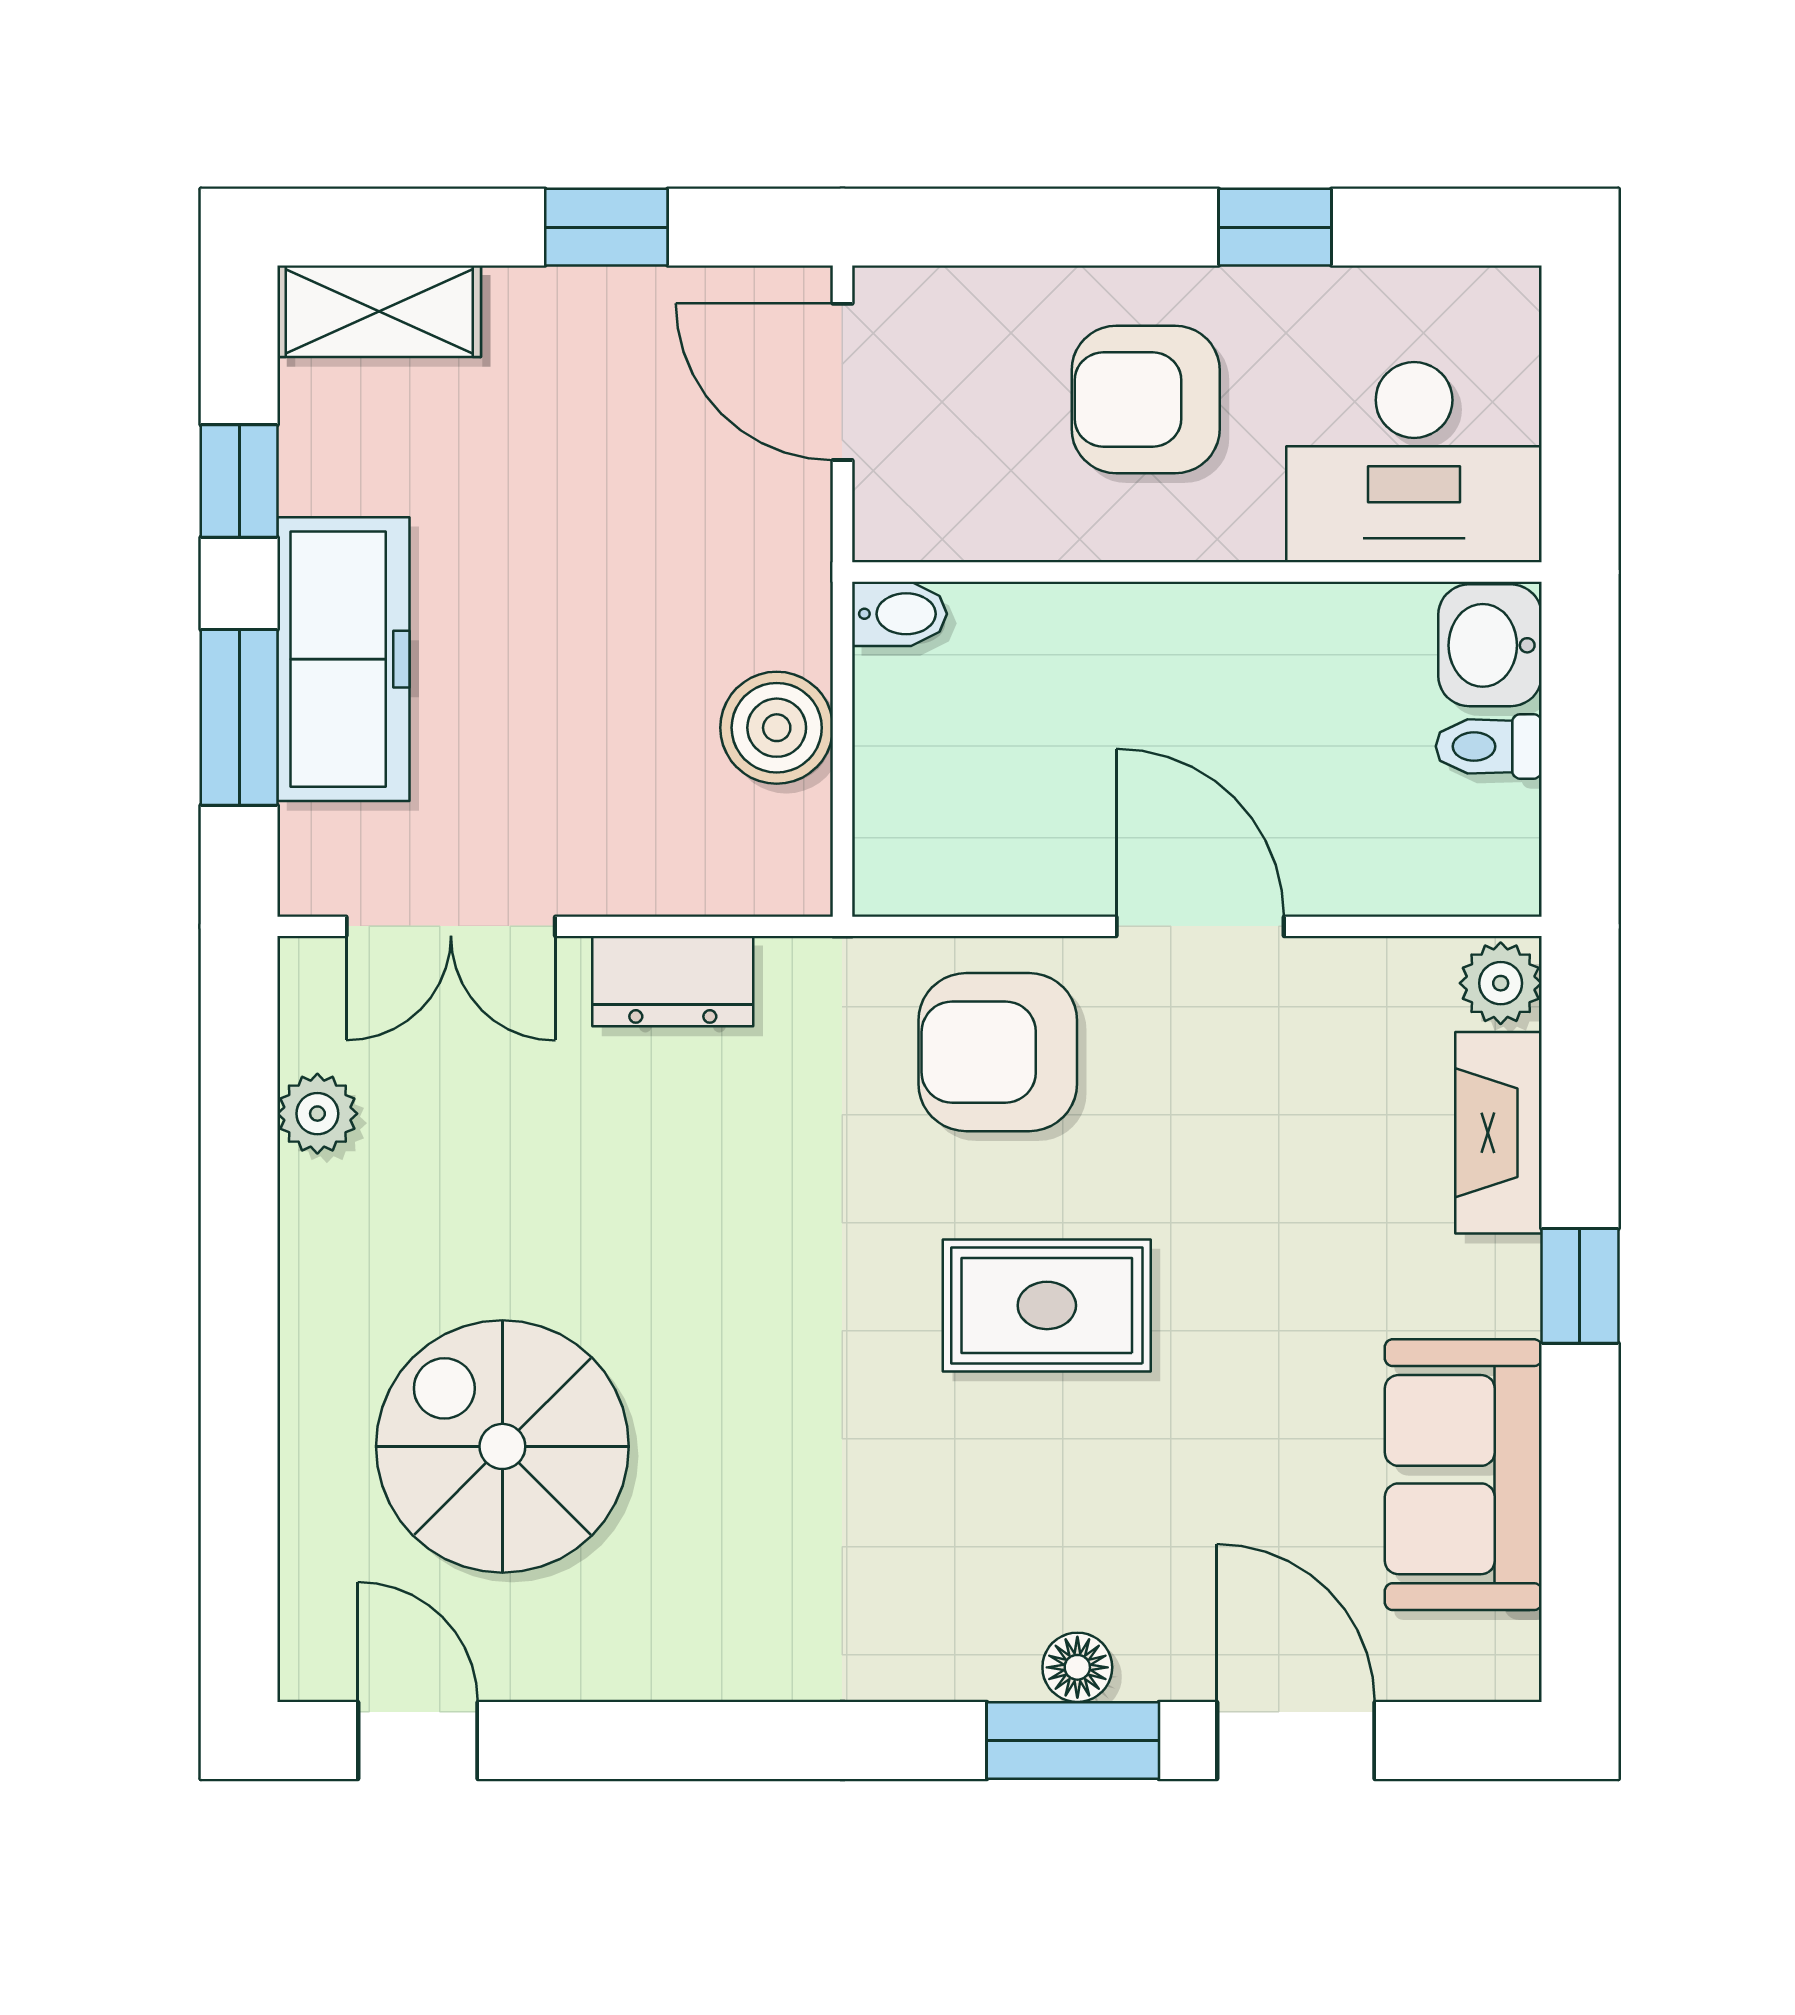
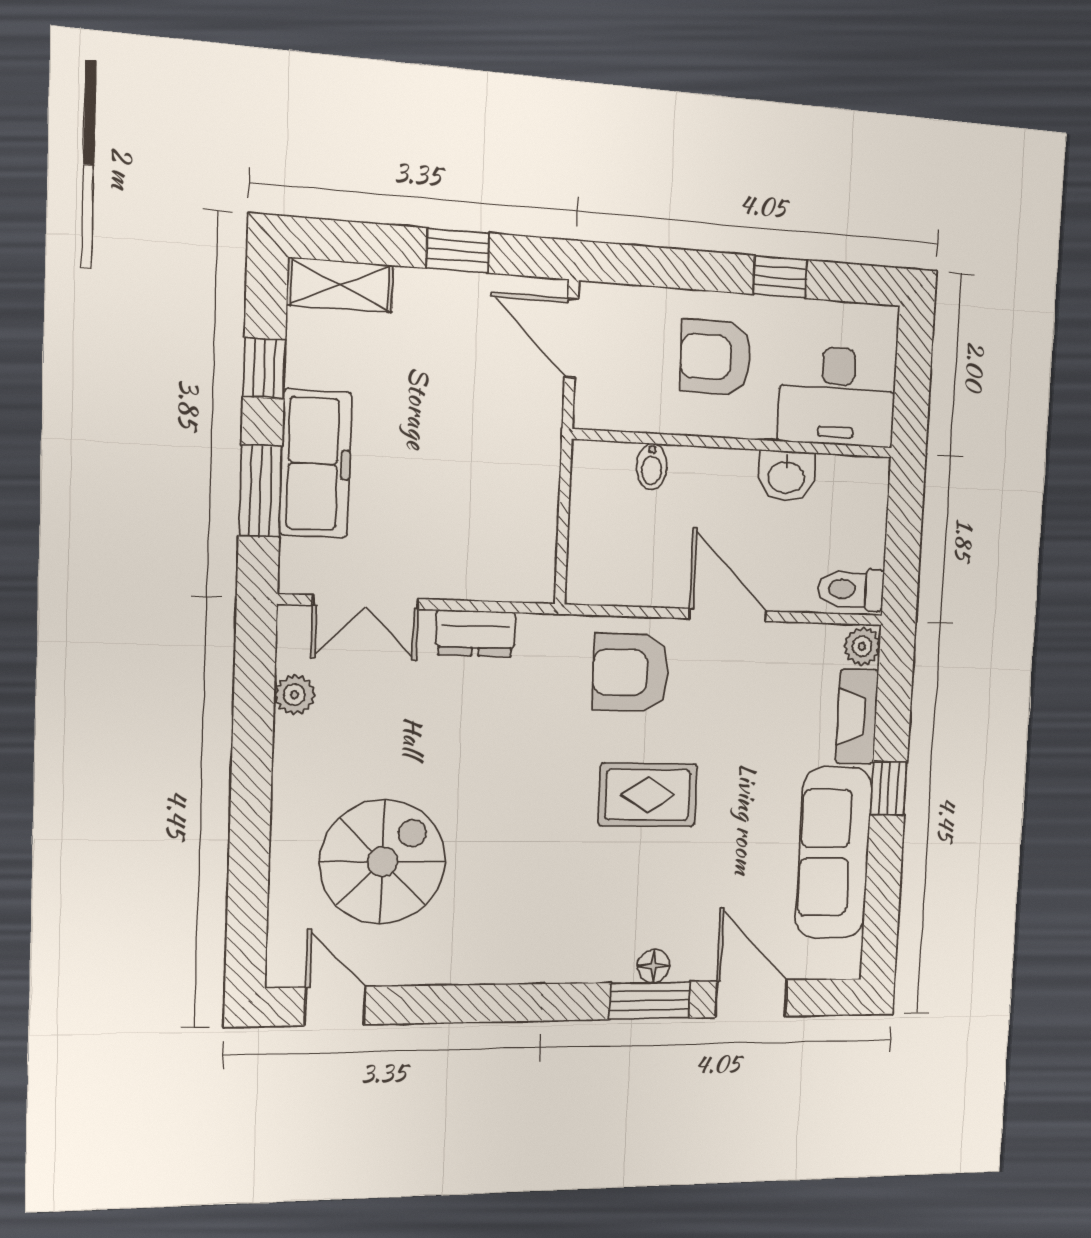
bidet: (899, 614) -> (652, 467), moved, turned 90
washbasin: (1490, 645) -> (786, 476), moved, turned -90
boiler: (777, 728) -> (532, 509), removed
toilet: (1489, 746) -> (851, 589), moved, width x1.37, depth x1.39
spiral stairs: (502, 1446) -> (382, 862), turned 90
sofa: (1463, 1475) -> (834, 853), width x1.36

